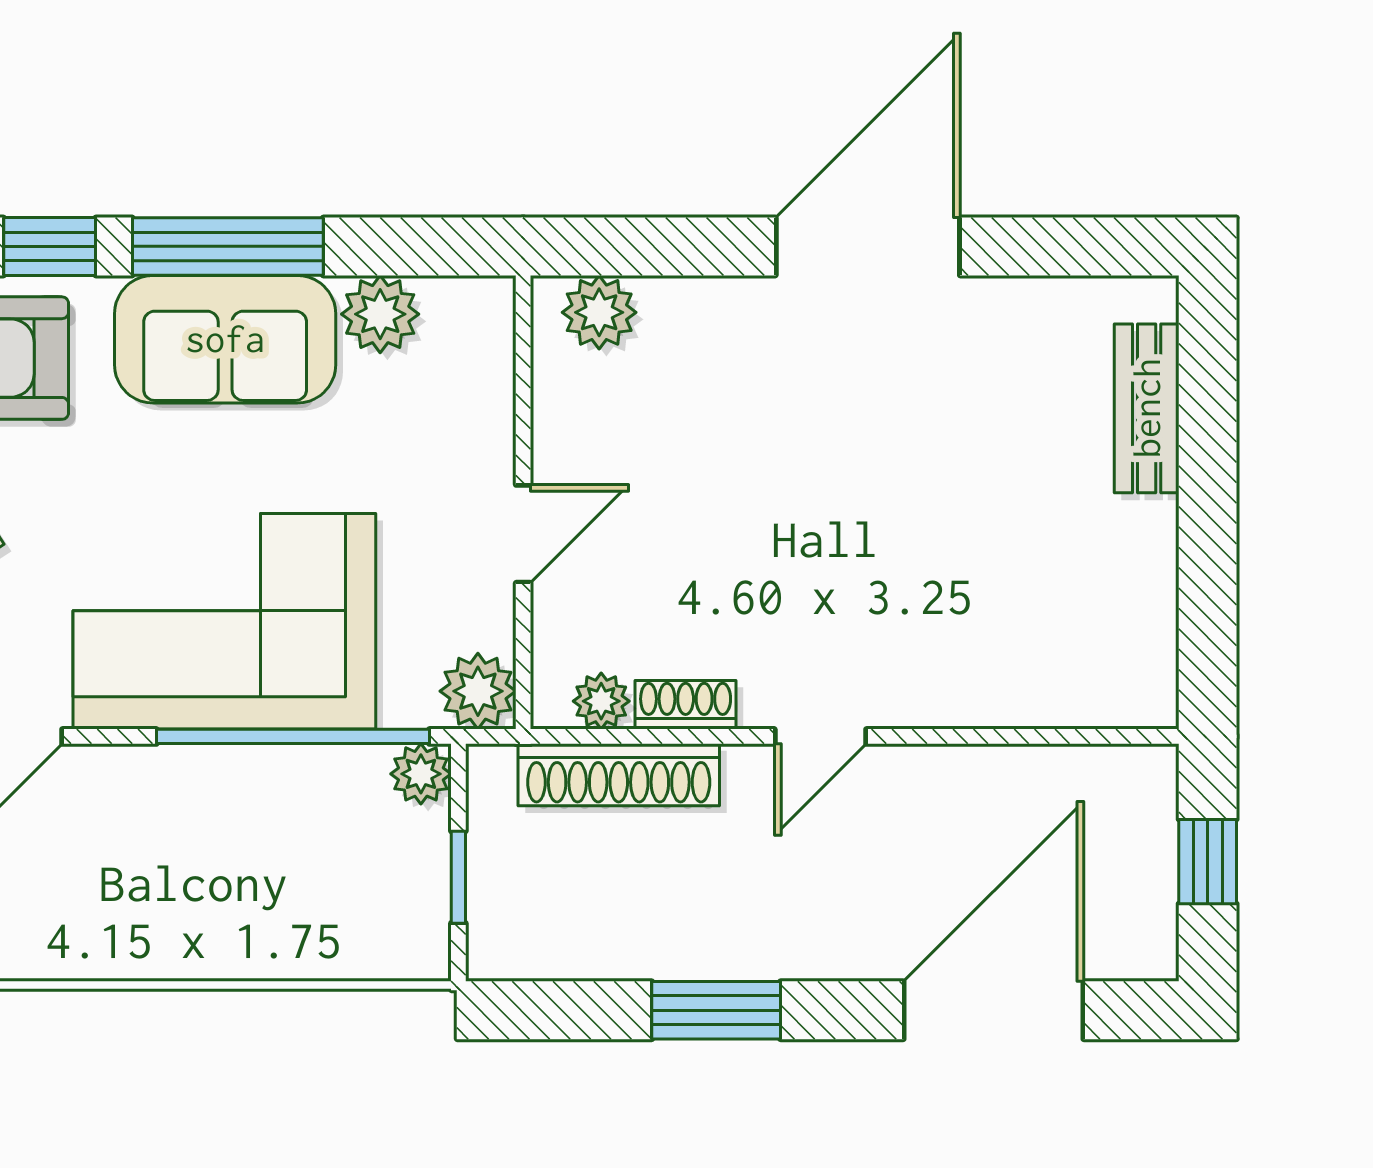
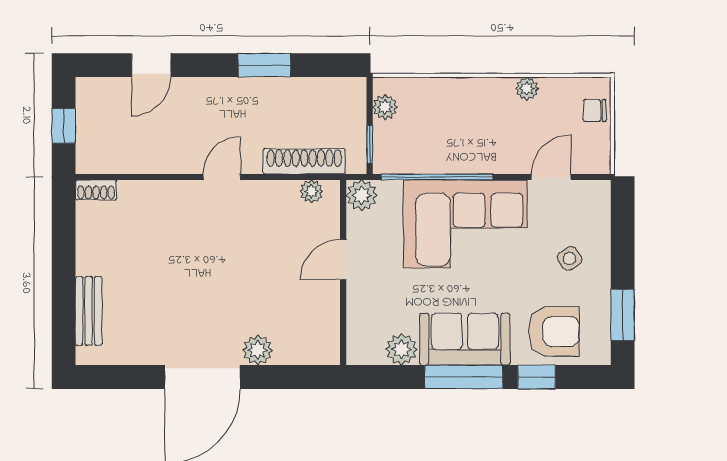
plant: (599, 312) -> (258, 350), moved
shoe rack: (686, 705) -> (96, 190), moved
plant: (421, 774) -> (385, 107), moved
window: (458, 877) -> (370, 144), moved
plant: (73, 953) -> (527, 88), added
door: (993, 1010) -> (151, 65), width x0.53

